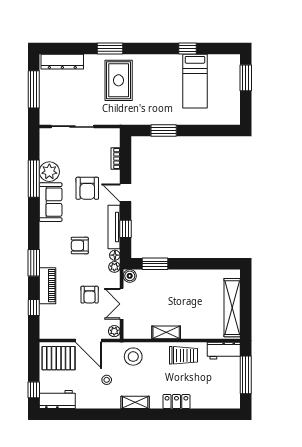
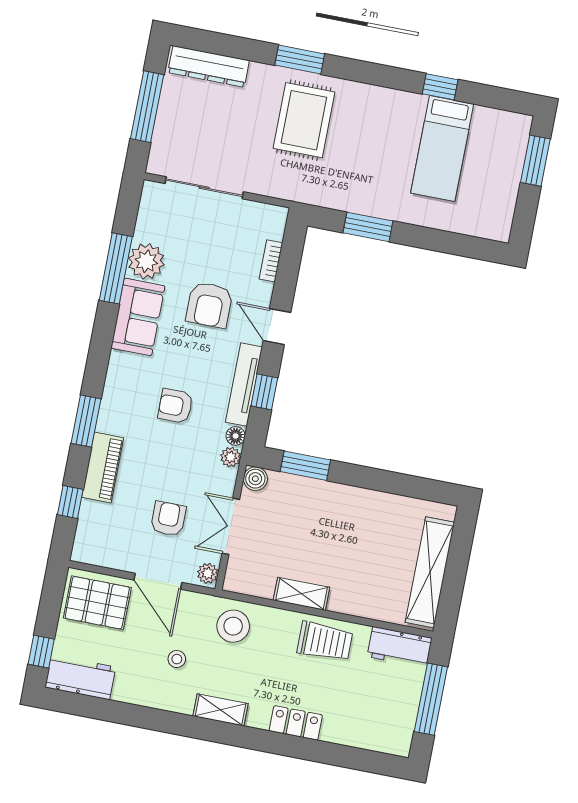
armchair: (90, 295) -> (168, 519), moved, turned 180

